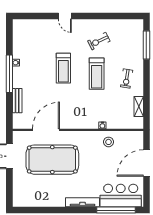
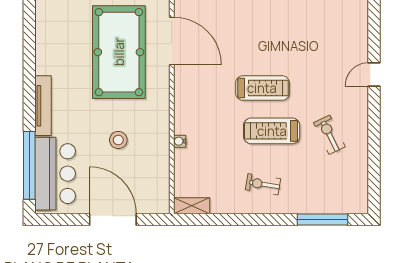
treadmill: (63, 68) -> (262, 88), moved, turned 180
shelving: (139, 107) -> (192, 206), moved
stool: (109, 142) -> (118, 140), moved

